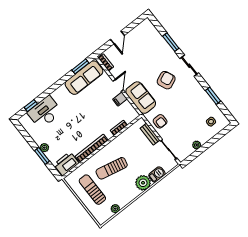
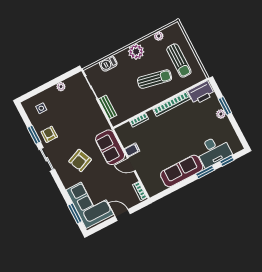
door: (117, 37) -> (123, 215), hinge flipped
window: (171, 42) -> (75, 213), moved
corner sofa: (150, 43) -> (90, 202), added
window: (80, 66) -> (205, 172), moved
sliding door: (189, 66) -> (47, 159), moved
sofa: (84, 78) -> (182, 171), moved
door: (118, 85) -> (131, 164), hinge flipped
armchair: (160, 121) -> (49, 134), moved
plant: (143, 183) -> (136, 52), moved

